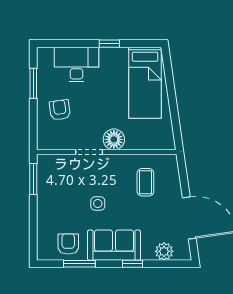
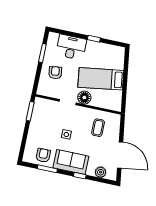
bed: (145, 83) -> (101, 79), moved, turned 82

